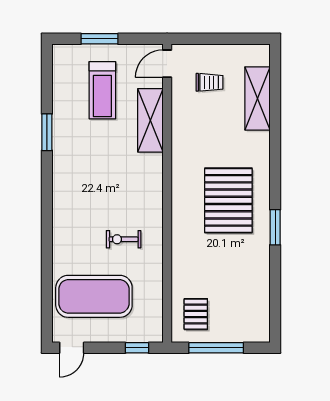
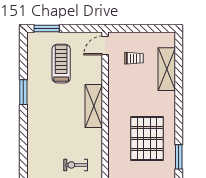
window: (100, 39) -> (47, 29), moved
treadmill: (102, 90) -> (61, 64), turned 180
shelving: (150, 120) -> (94, 106), moved

